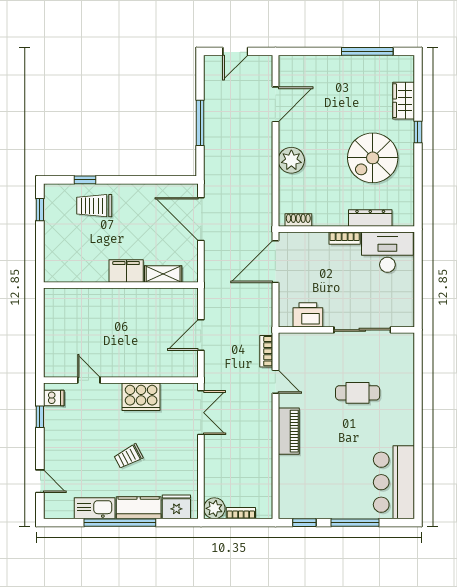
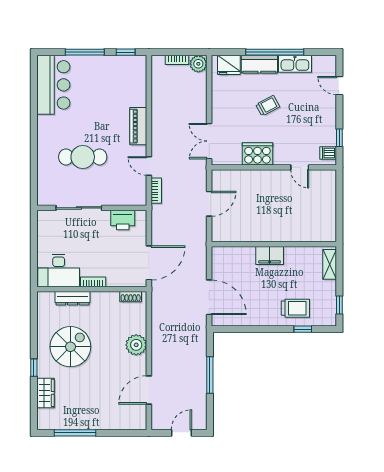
shelving: (163, 274) -> (330, 264), moved, turned 90
cafe table: (358, 393) -> (83, 157), width x1.37, depth x1.35

